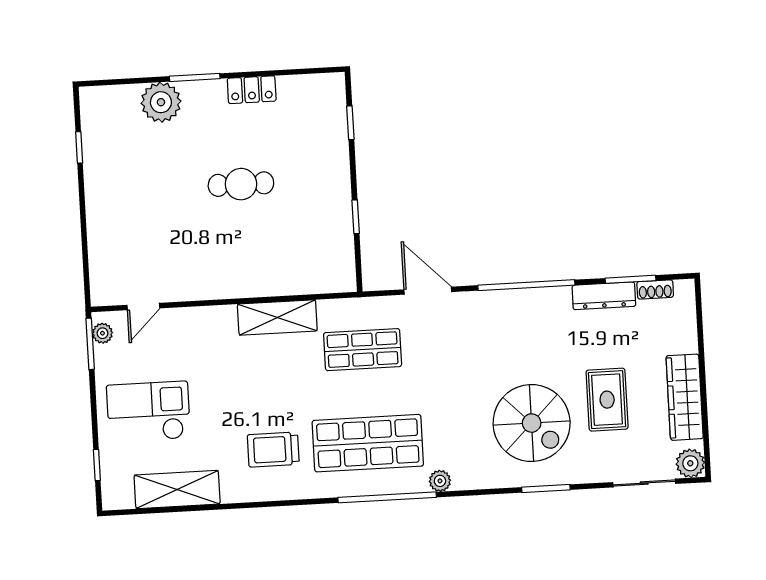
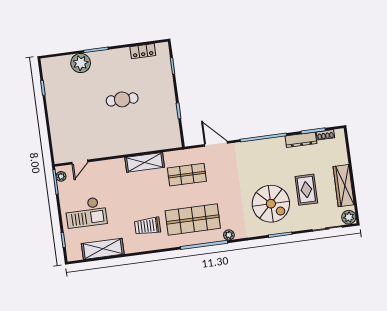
locker: (252, 90) -> (143, 51), moved
checkout: (148, 412) -> (86, 212), turned 180

